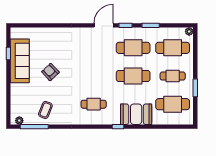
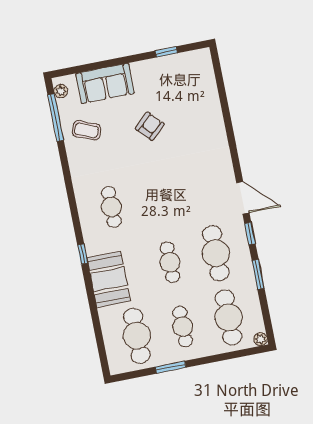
sofa: (20, 61) -> (105, 83), moved, width x0.73
cafe table: (133, 76) -> (170, 262), width x0.73, depth x0.74

